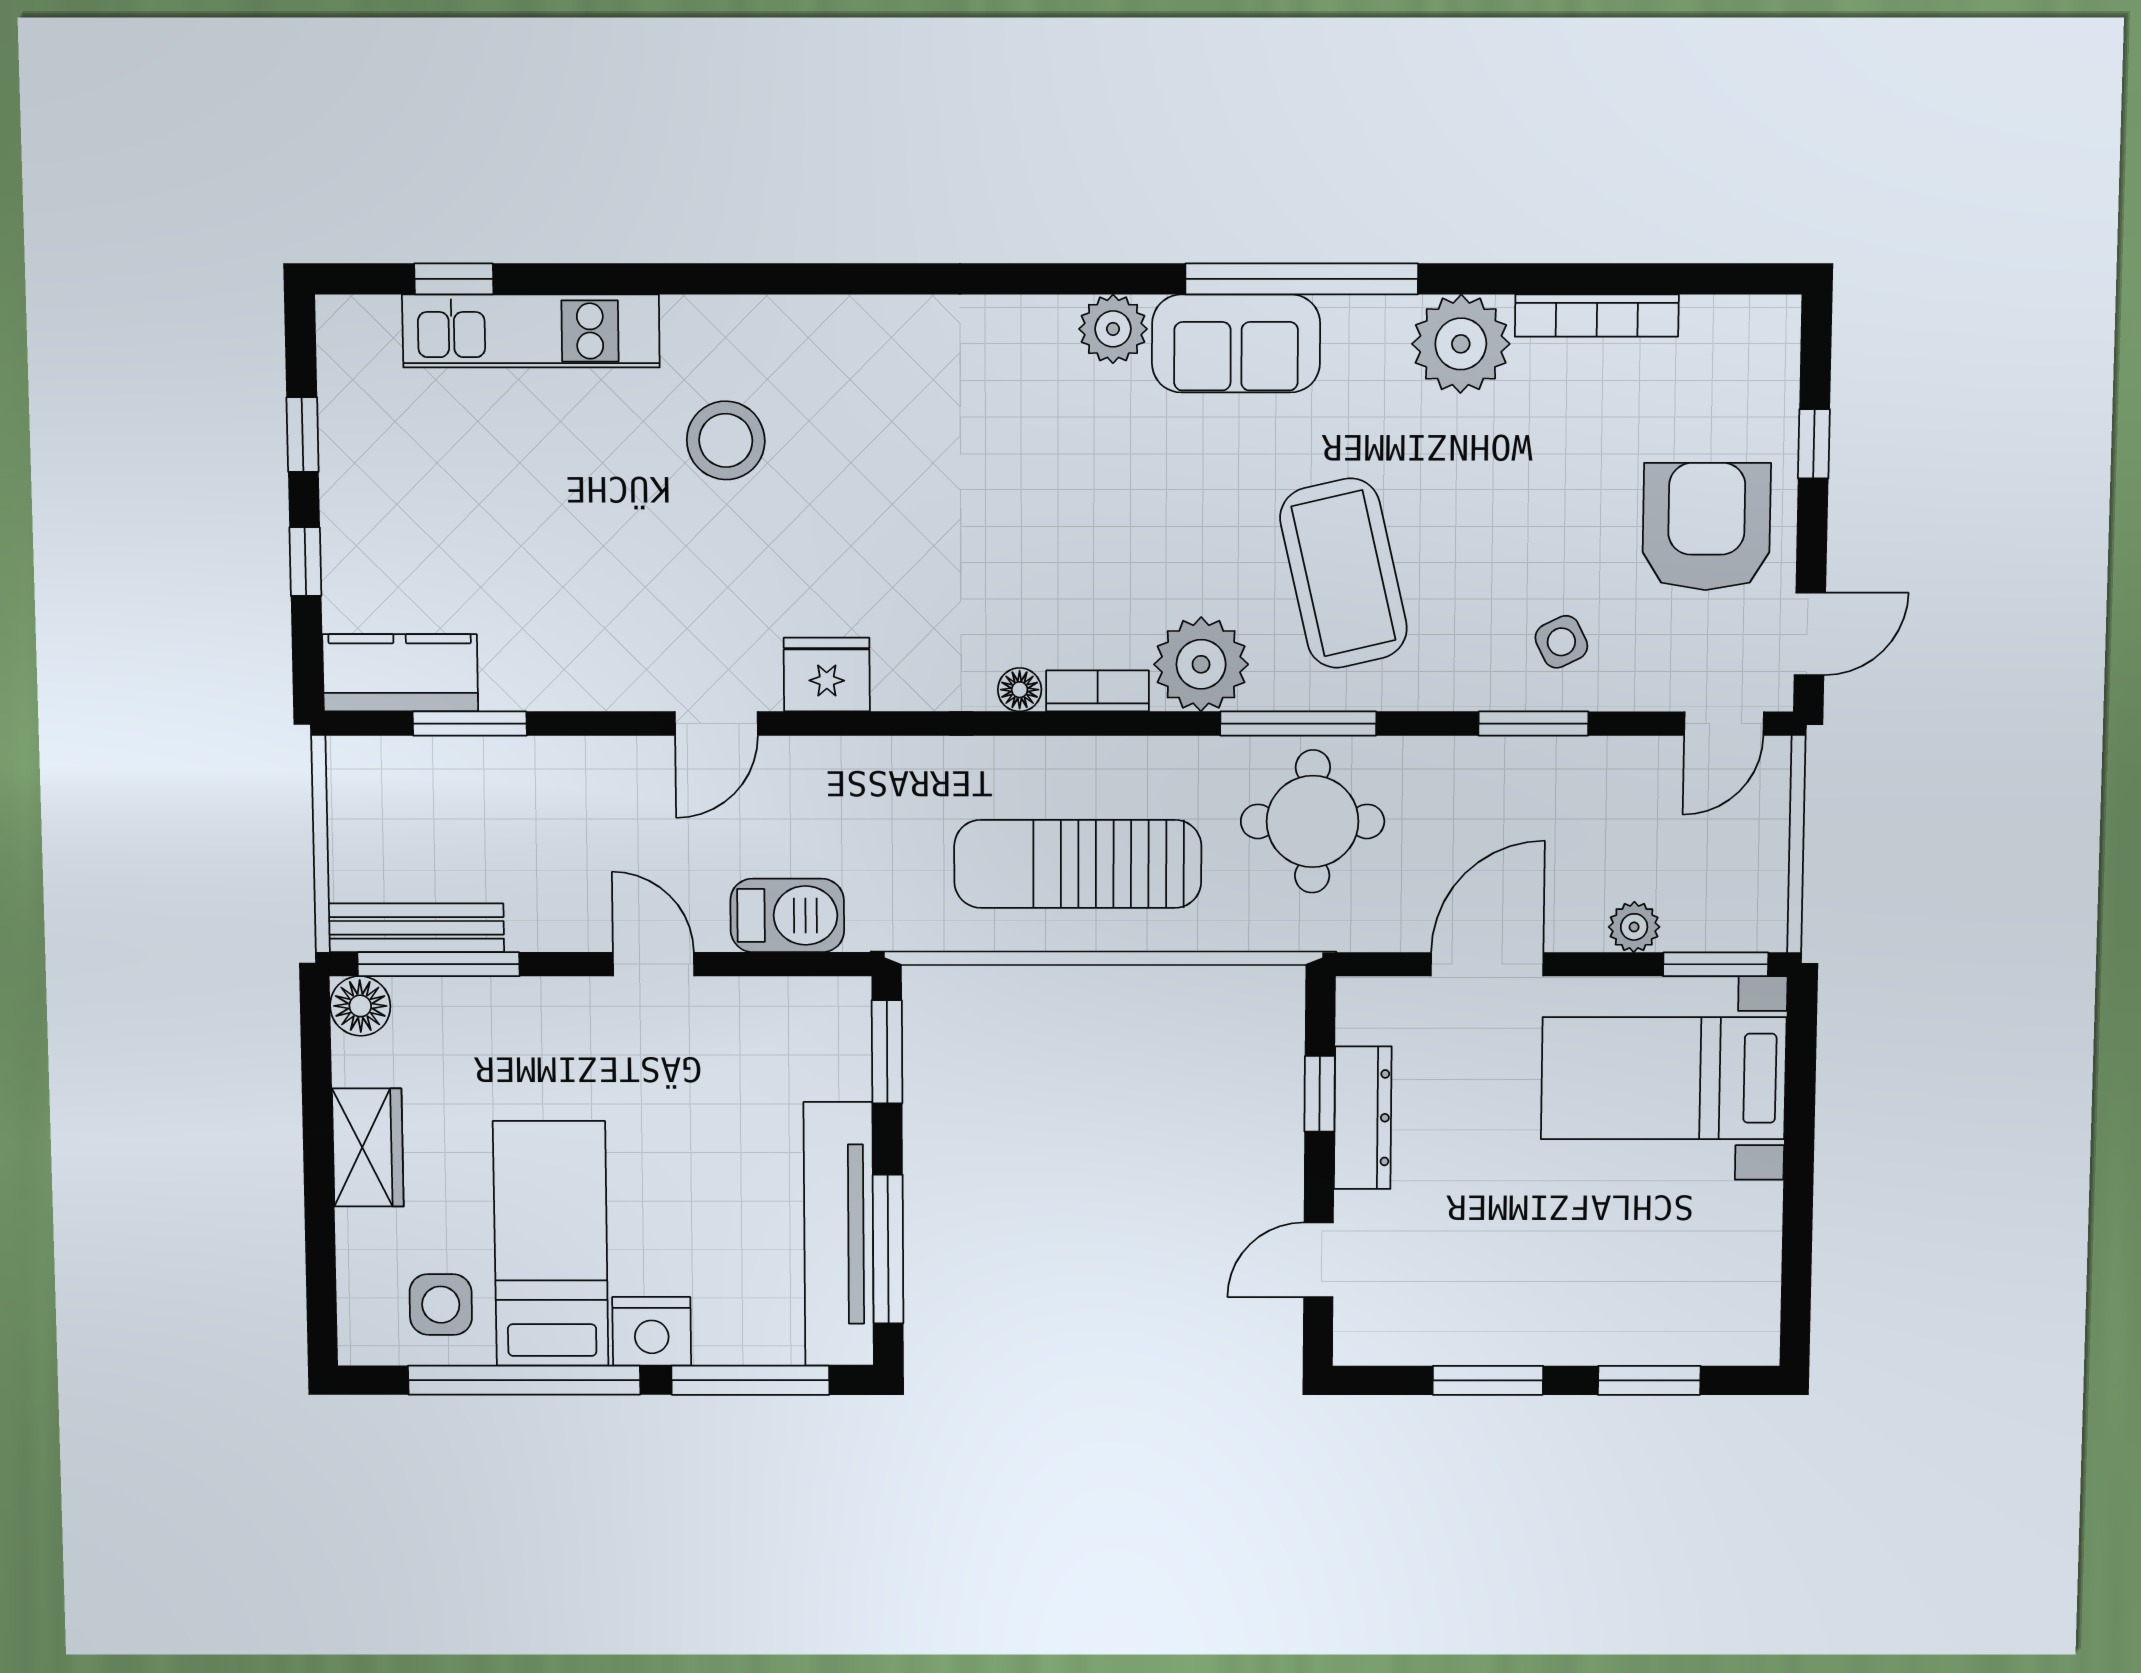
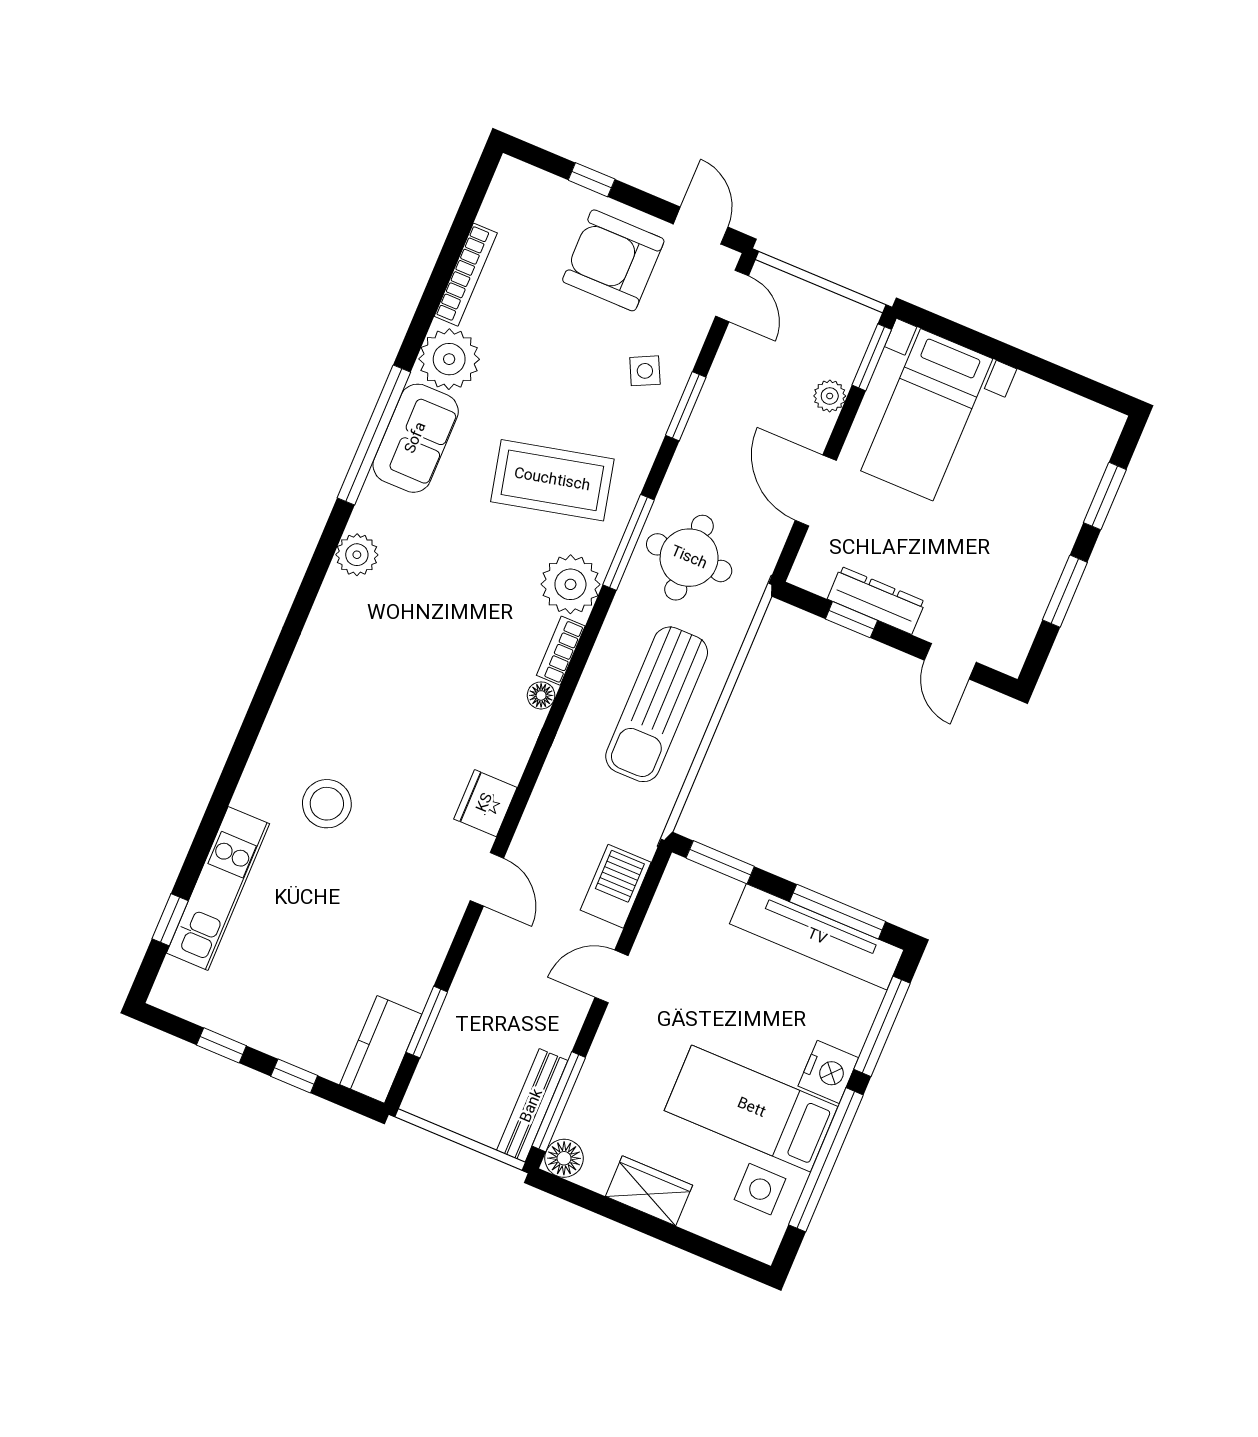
sofa: (1236, 343) -> (416, 438), moved

